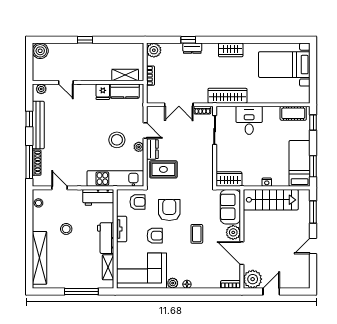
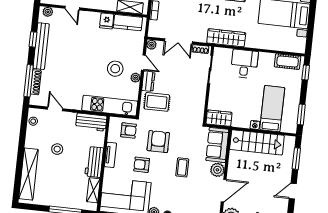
plant: (151, 111) -> (151, 45), added
bed: (300, 163) -> (272, 109), moved
armchair: (155, 236) -> (142, 165), turned 180
door: (242, 253) -> (224, 191), swing flipped

